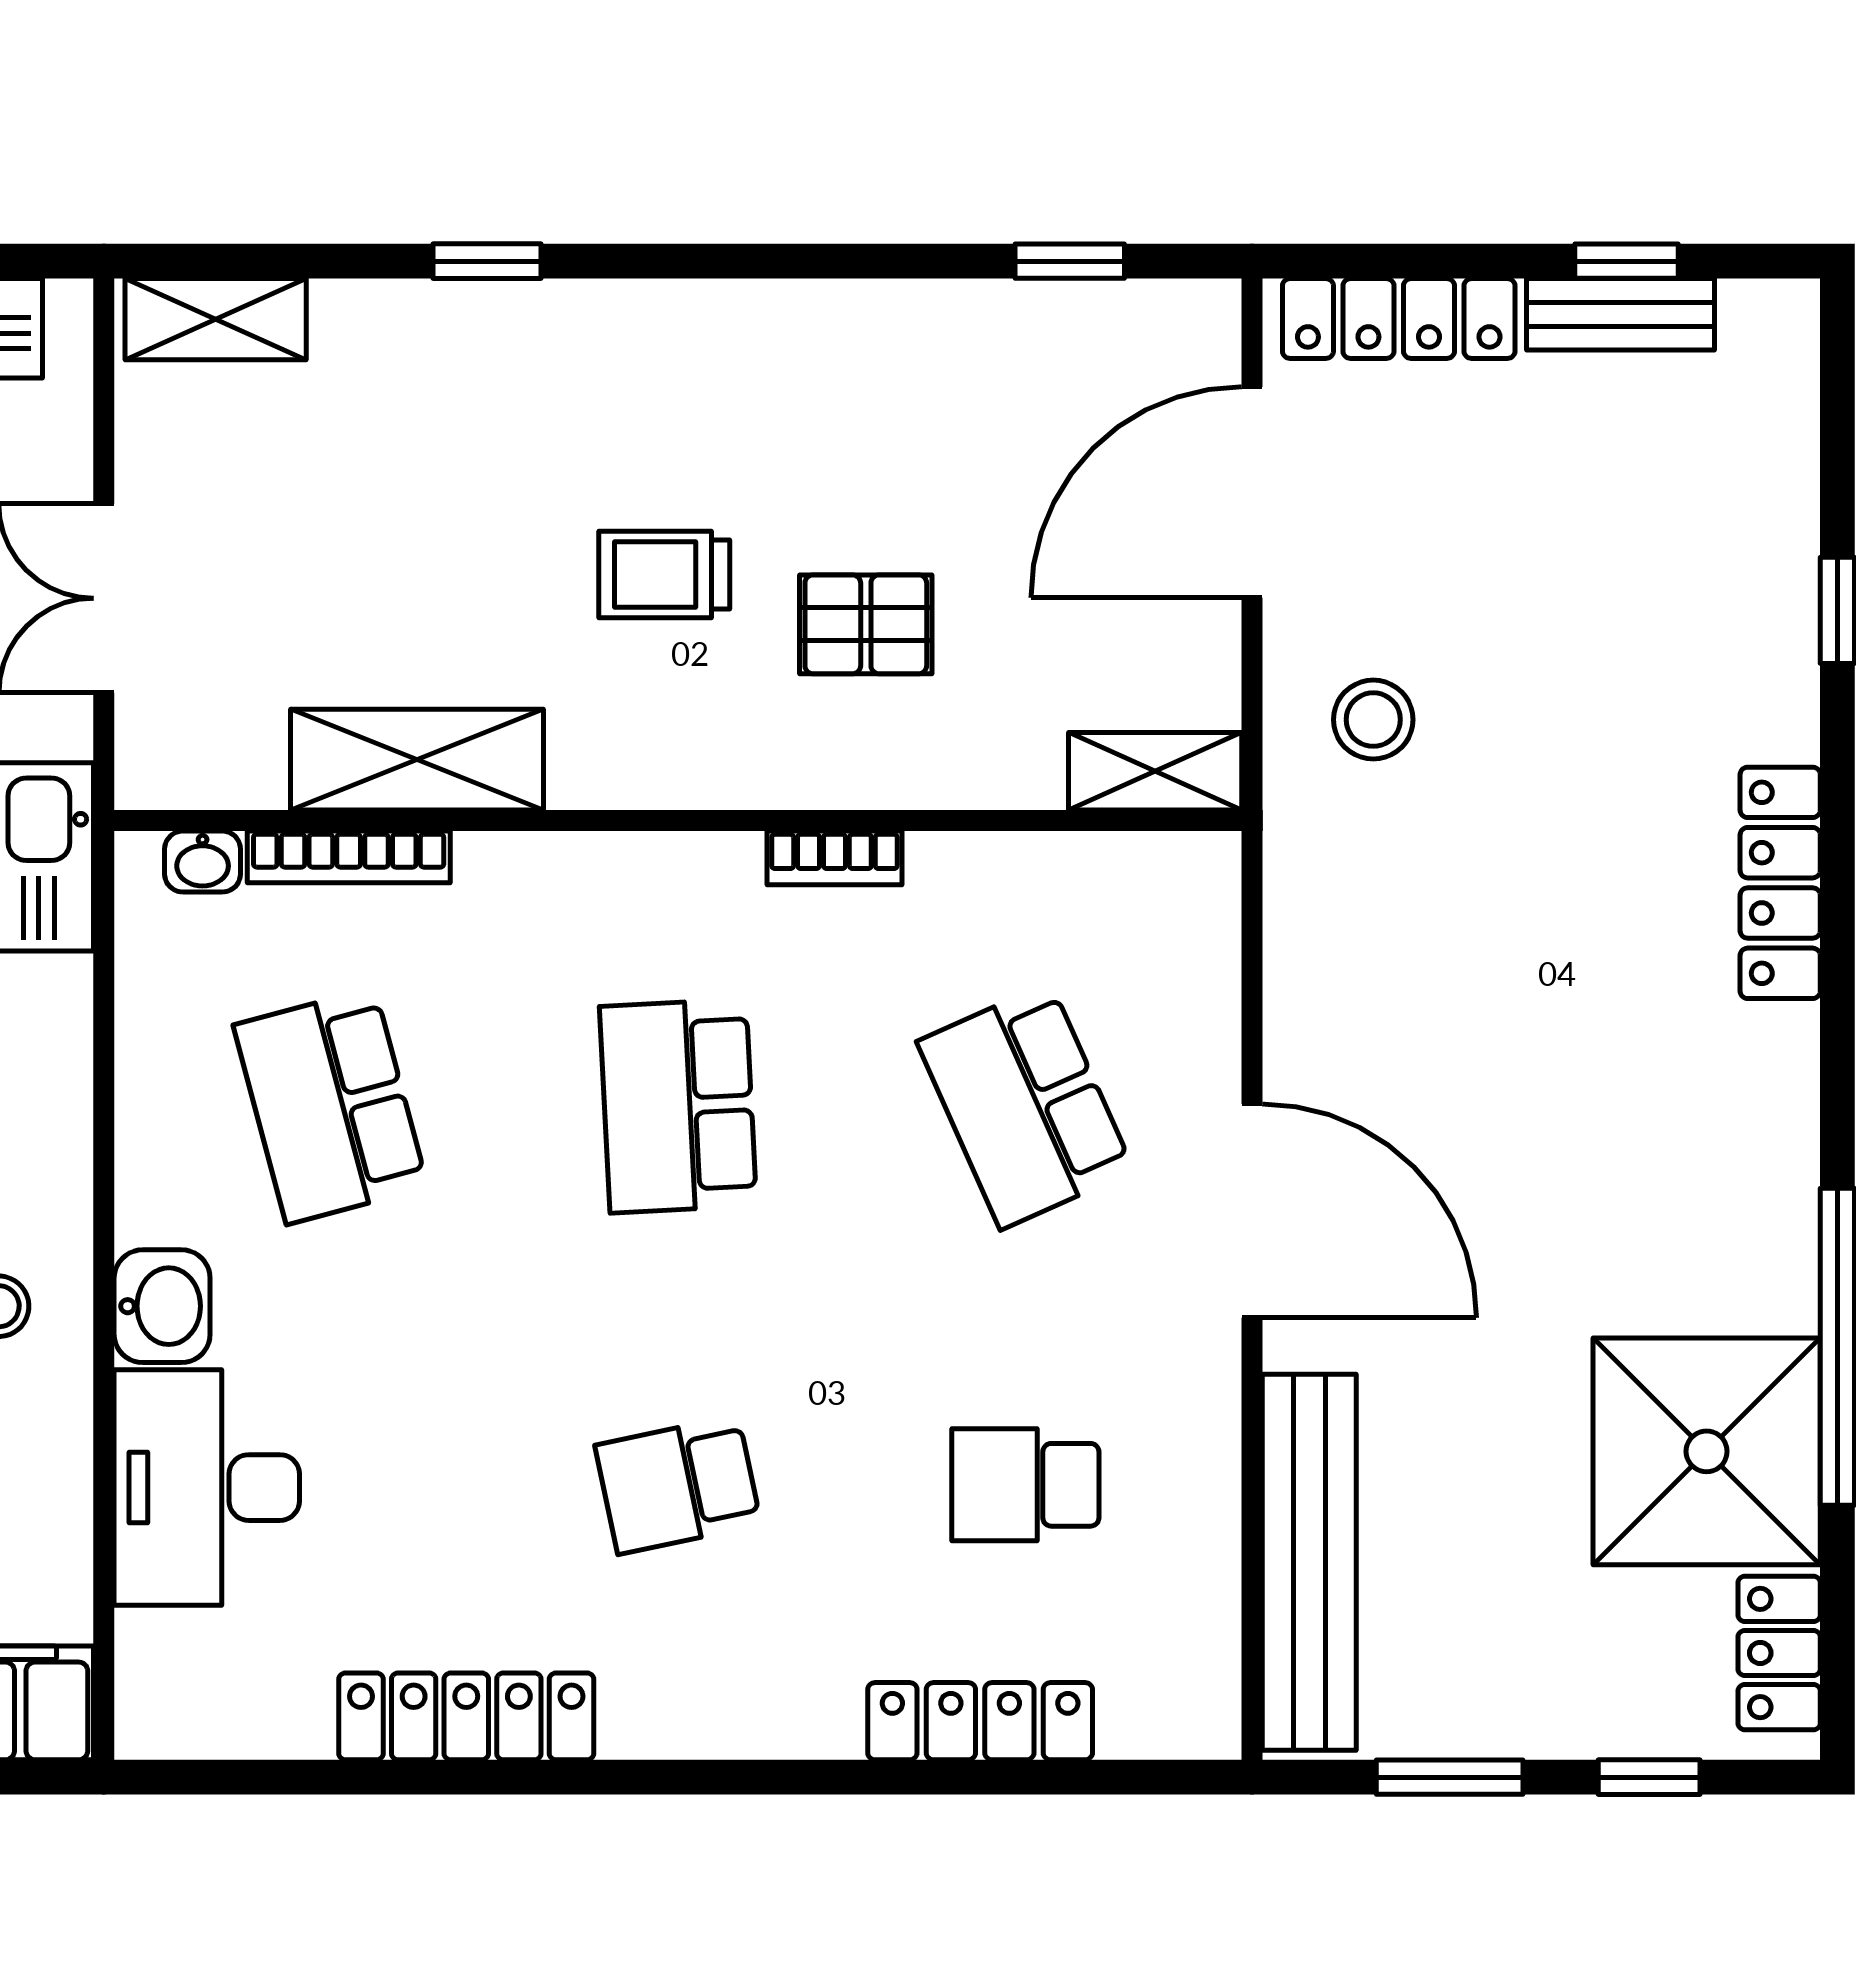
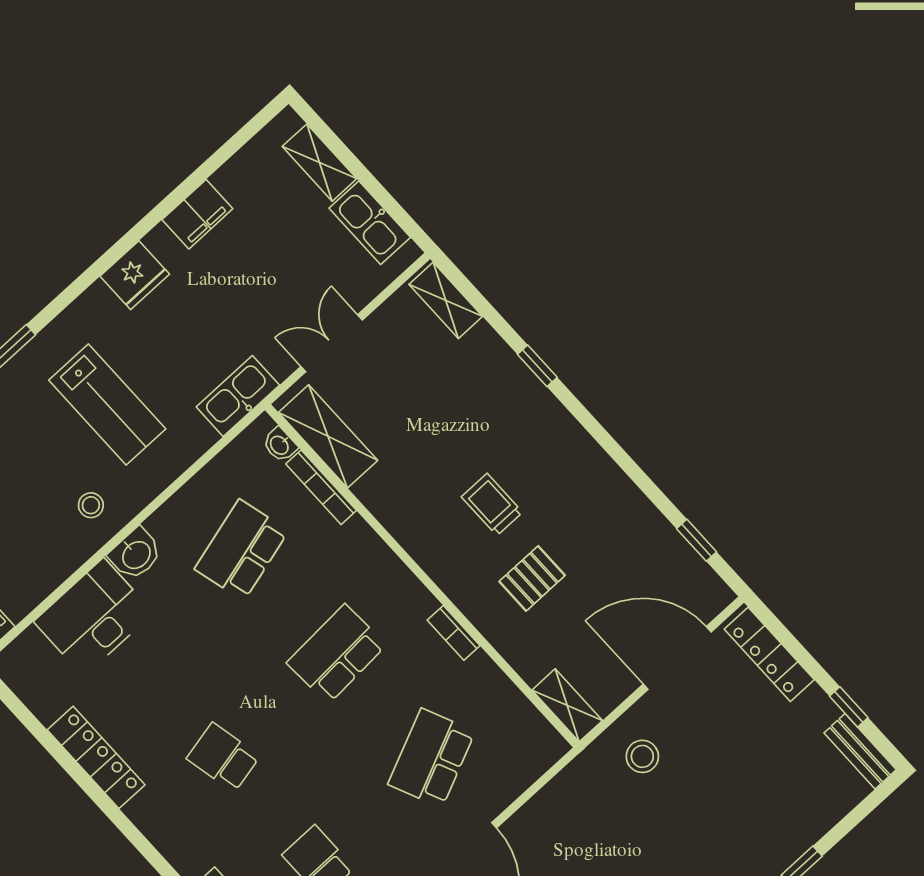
bench: (1620, 314) -> (860, 751), moved
pallet: (866, 624) -> (532, 578), turned 90
shelving: (417, 760) -> (328, 436), moved

